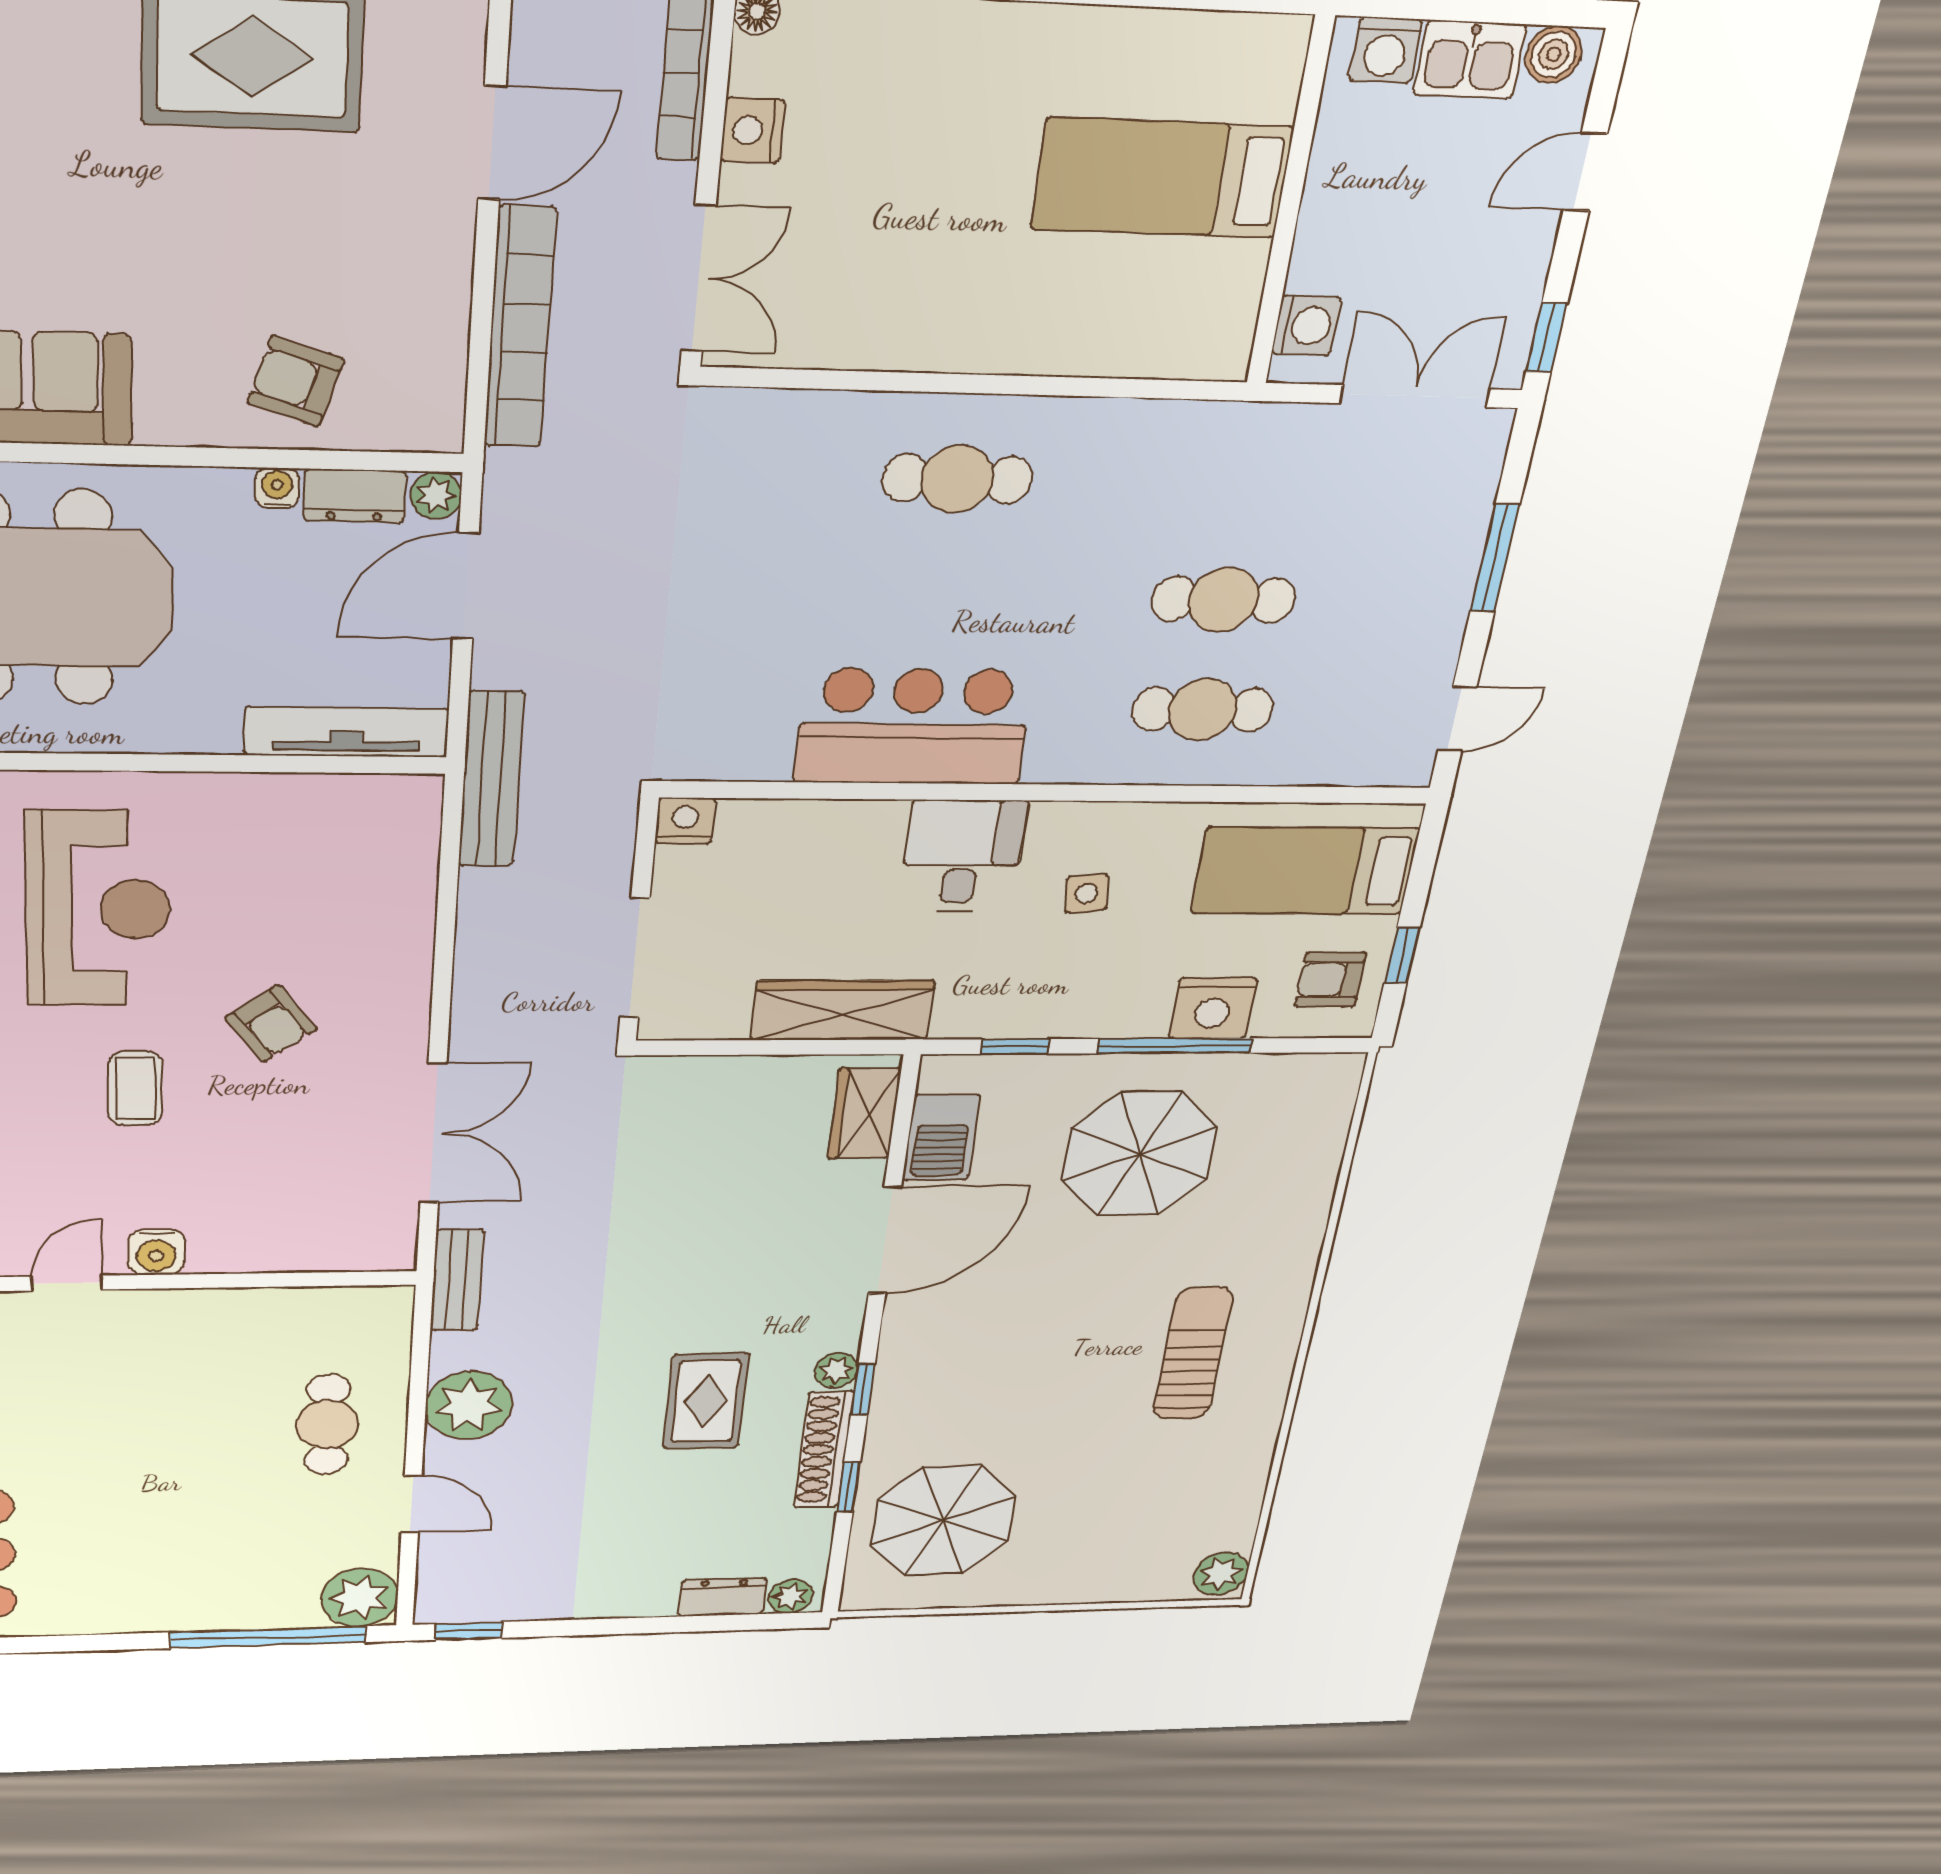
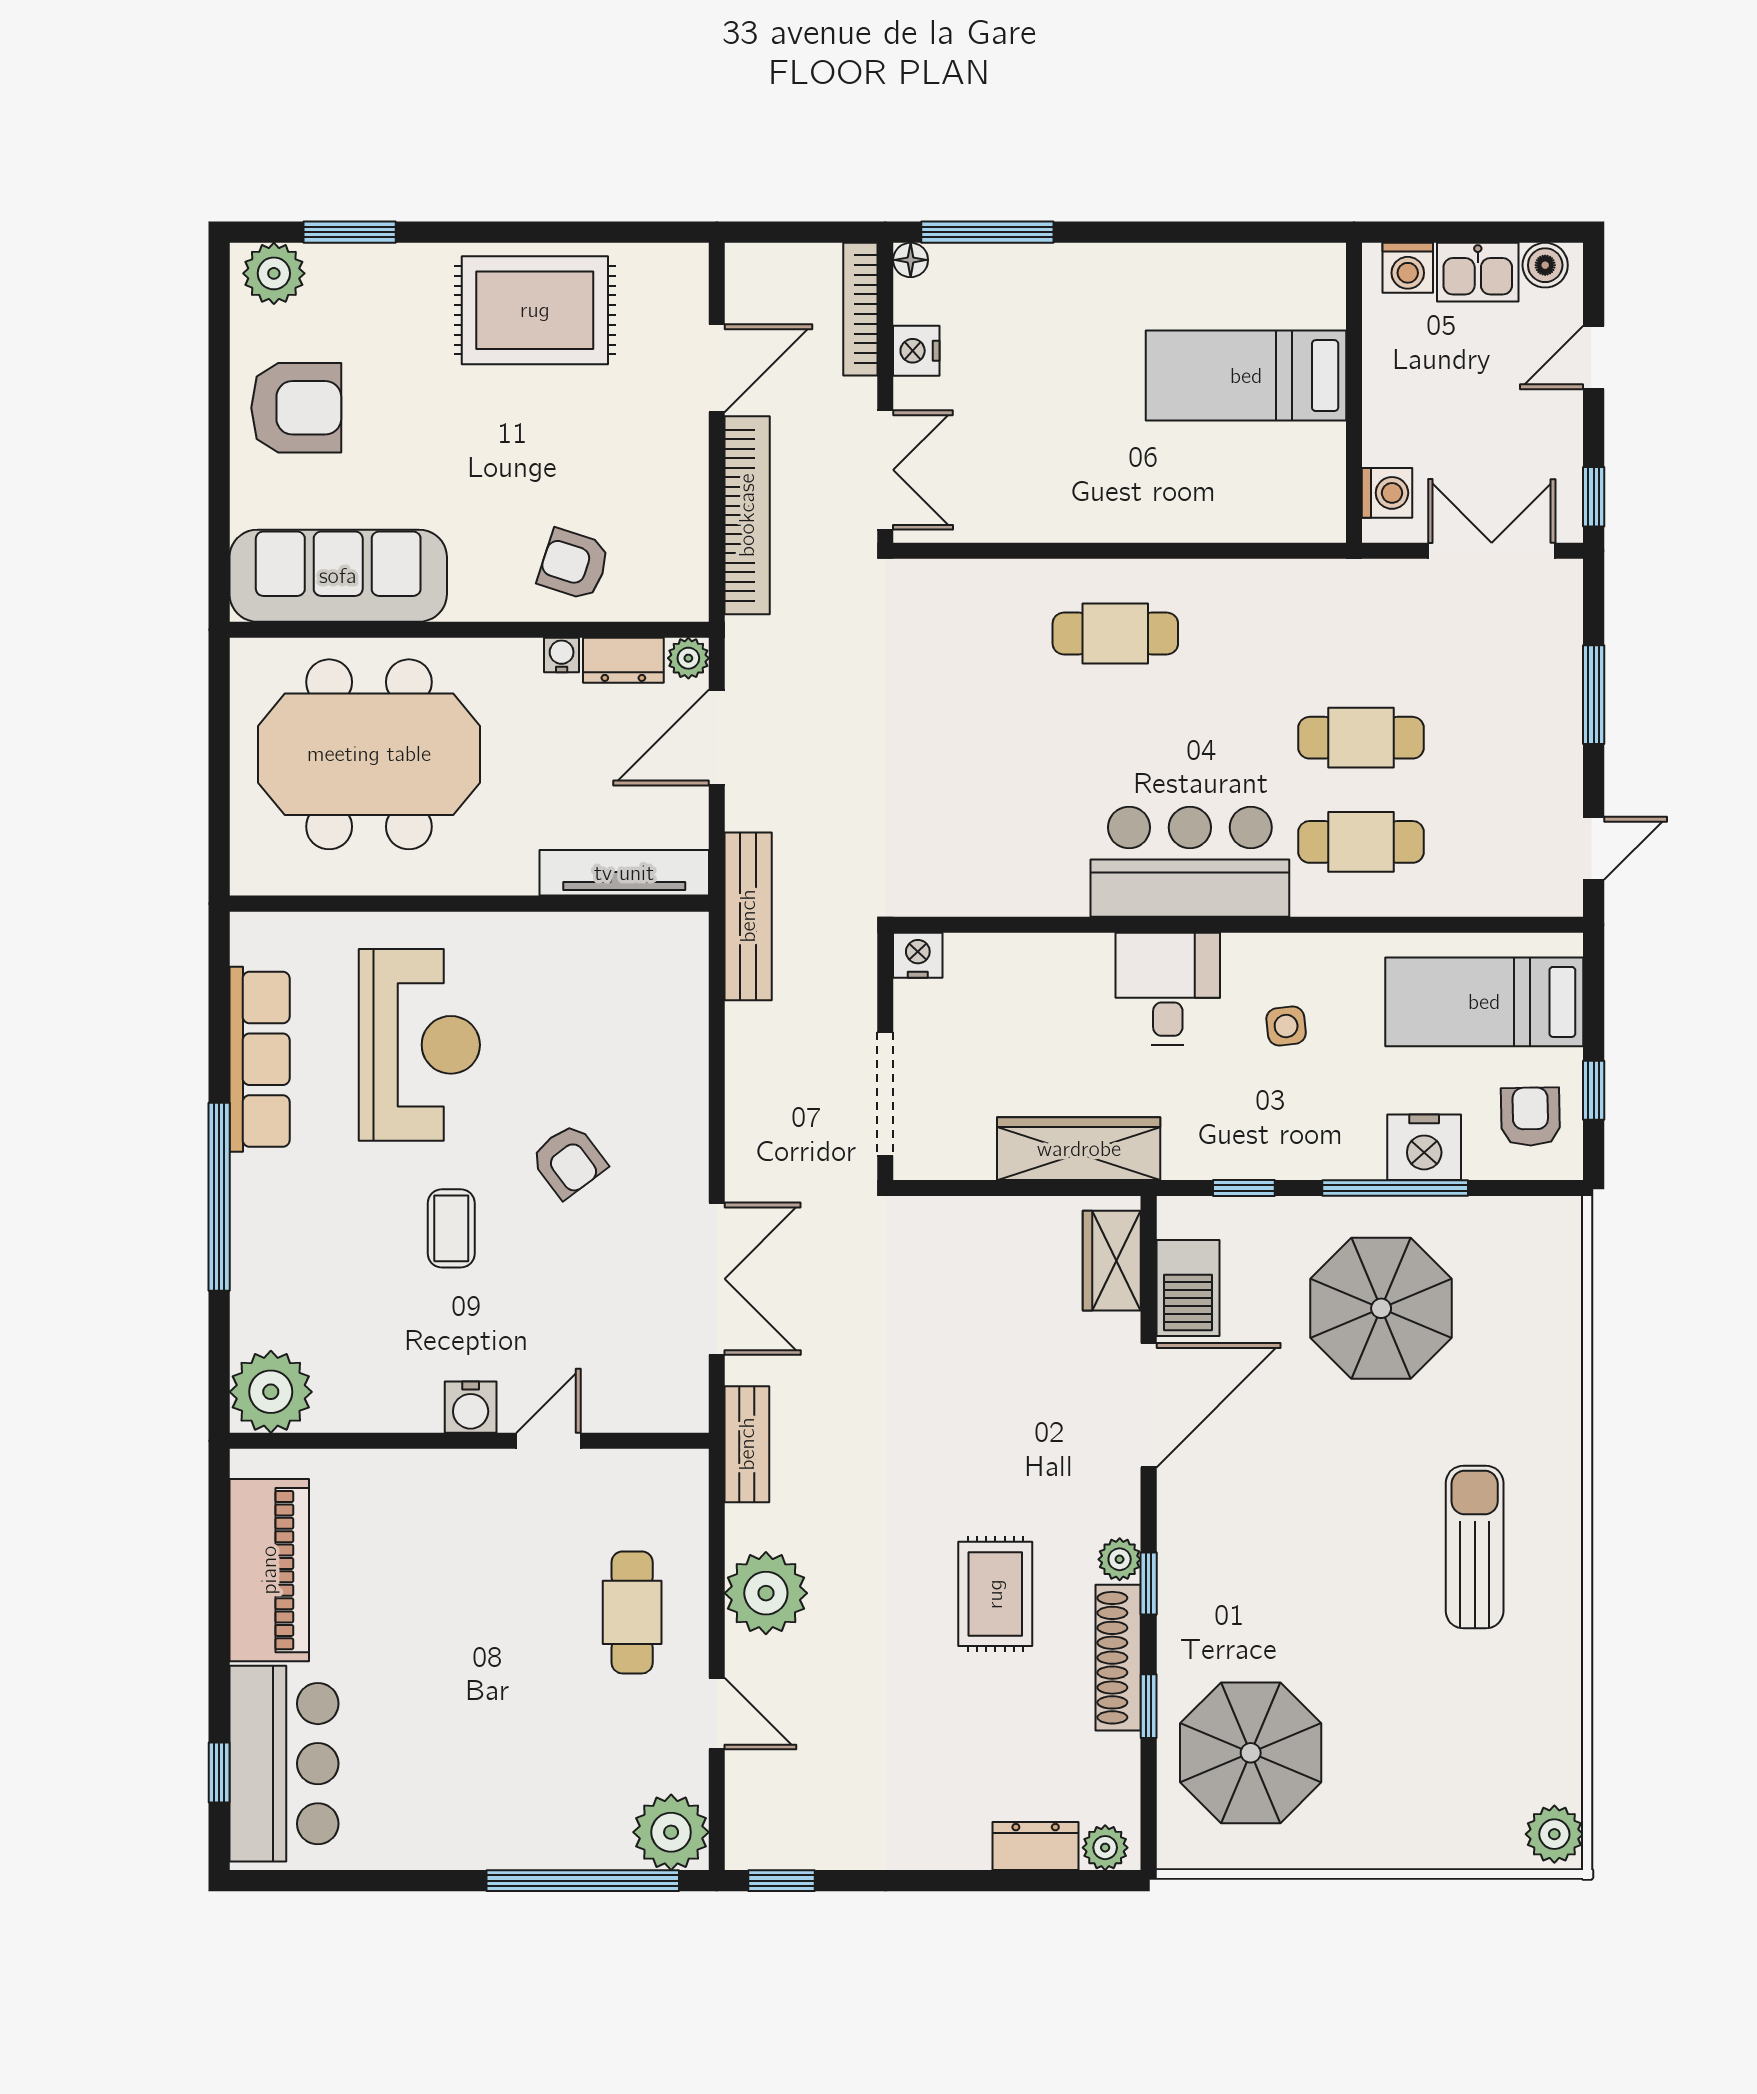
bar counter: (914, 726) -> (1190, 862), moved
armchair: (1330, 980) -> (1530, 1117), turned 89
door: (67, 1283) -> (548, 1441), moved

